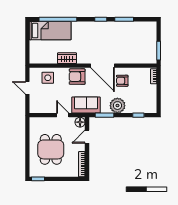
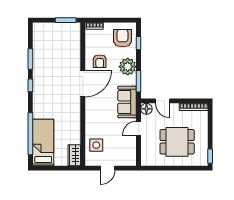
wardrobe: (67, 58) -> (74, 155), moved
armchair: (77, 77) -> (122, 38), moved, turned 180

